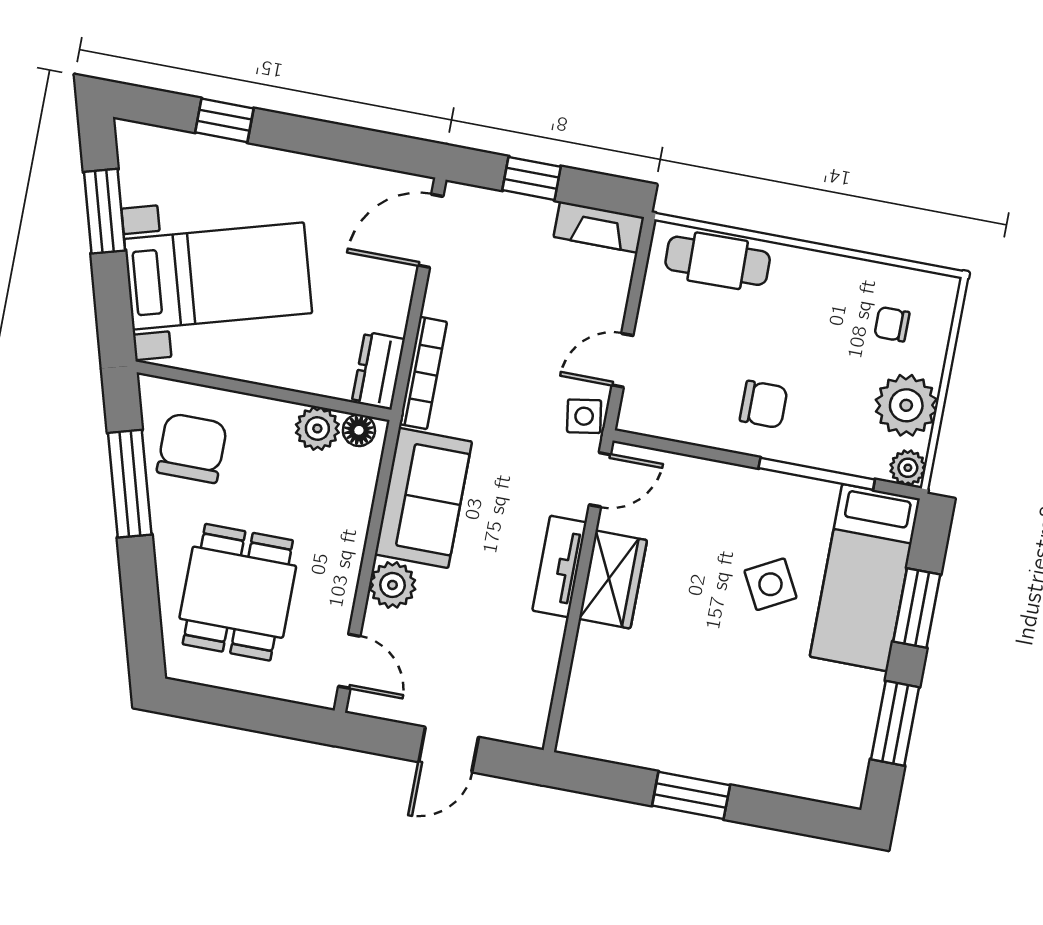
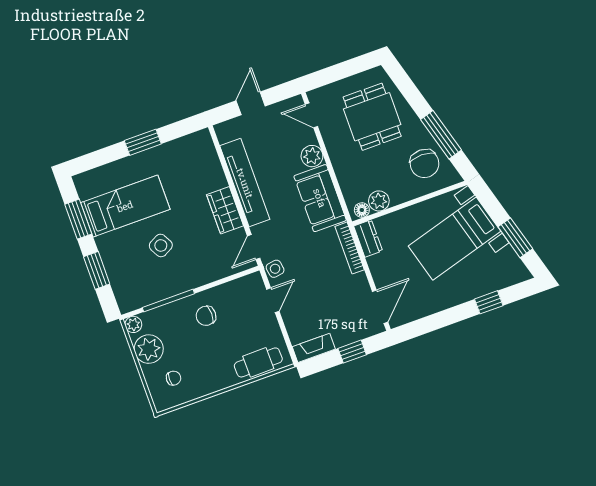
tv unit: (560, 566) -> (245, 183), width x1.92, depth x1.29
bed: (865, 578) -> (125, 206), moved, turned 90

